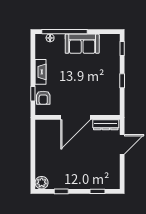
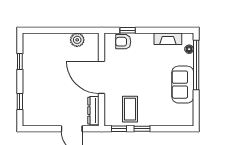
window: (122, 48) -> (119, 129), moved
fireplace: (41, 72) -> (168, 39), moved
coffee table: (104, 92) -> (130, 109), added
plant: (42, 183) -> (77, 40), moved

